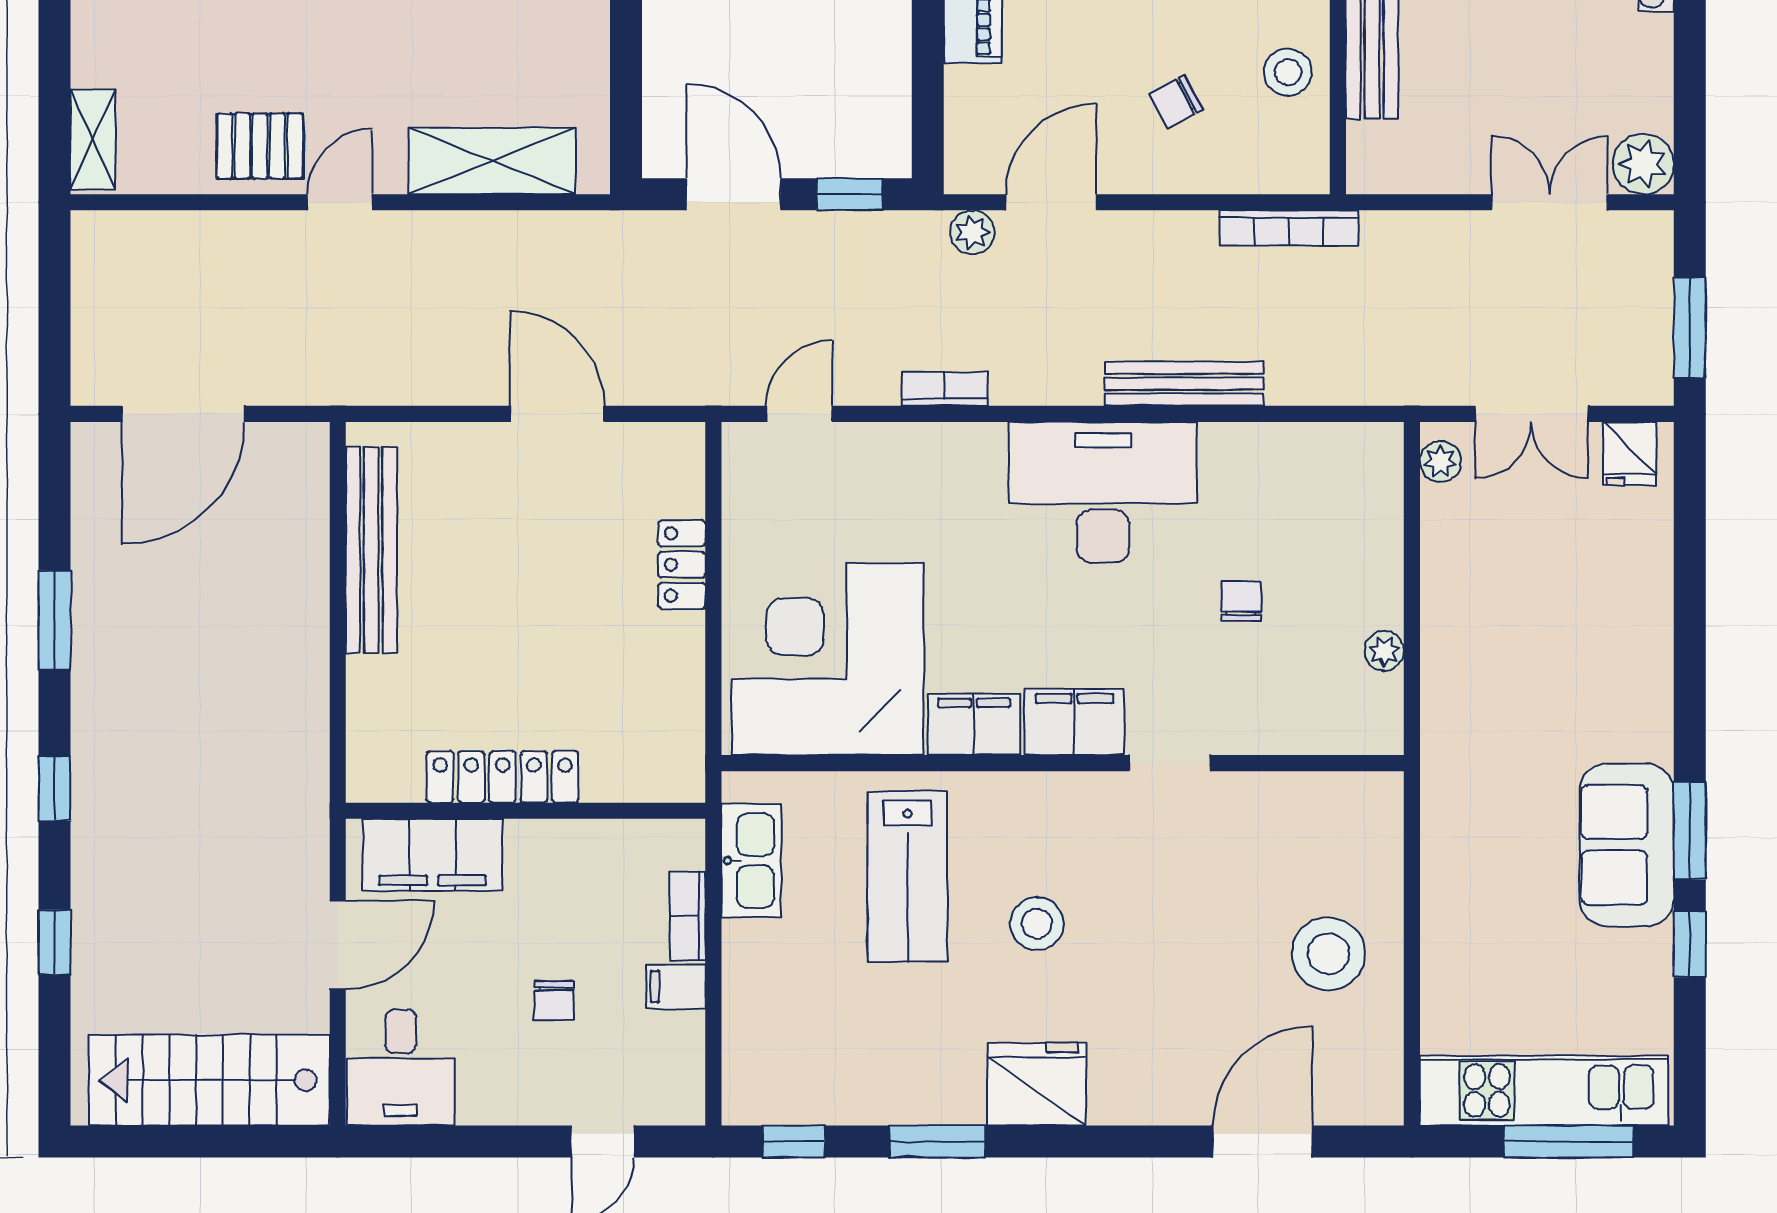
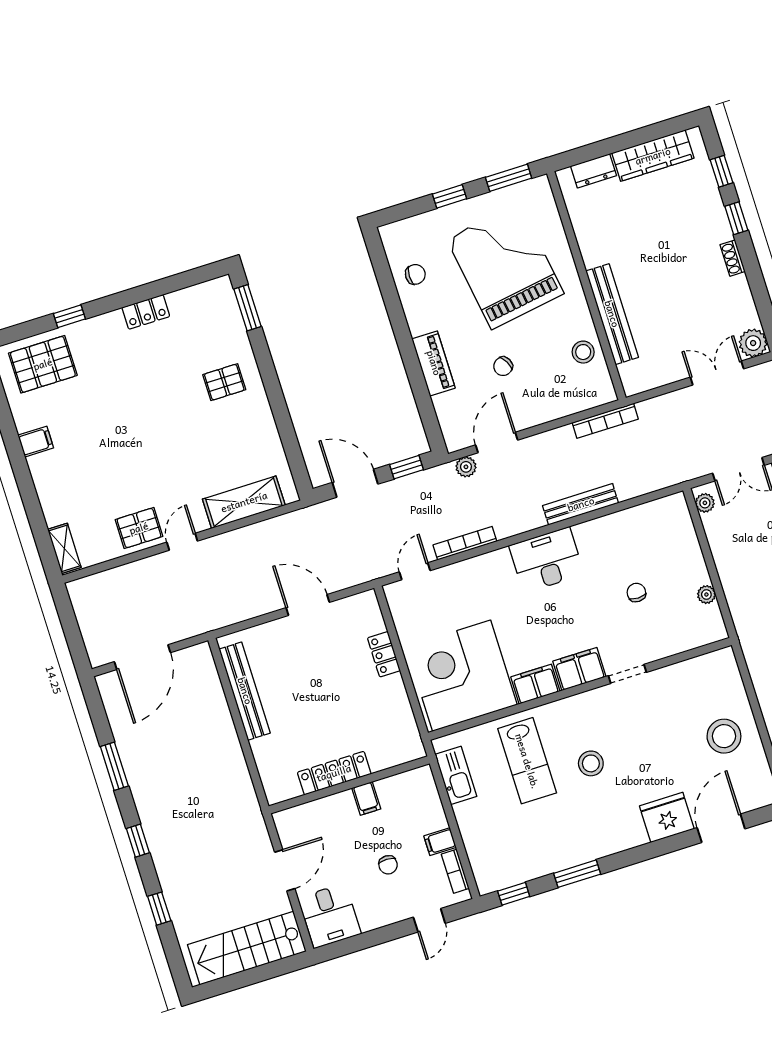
chair: (1176, 102) -> (503, 366), moved
bookcase: (945, 389) -> (465, 543), width x1.56
desk: (1103, 492) -> (547, 560), width x0.73, depth x0.77
filing cabinet: (433, 855) -> (366, 798), moved, width x0.33, depth x0.86
bookcase: (688, 916) -> (455, 871), moved
fridge: (1037, 1084) -> (667, 817), moved

